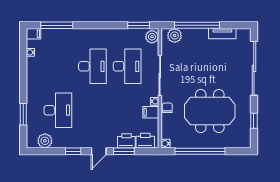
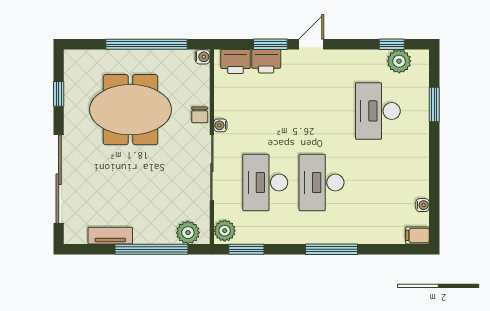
window: (57, 25) -> (331, 249), moved
filing cabinet: (151, 112) -> (227, 108), removed
window: (73, 151) -> (392, 44), moved

